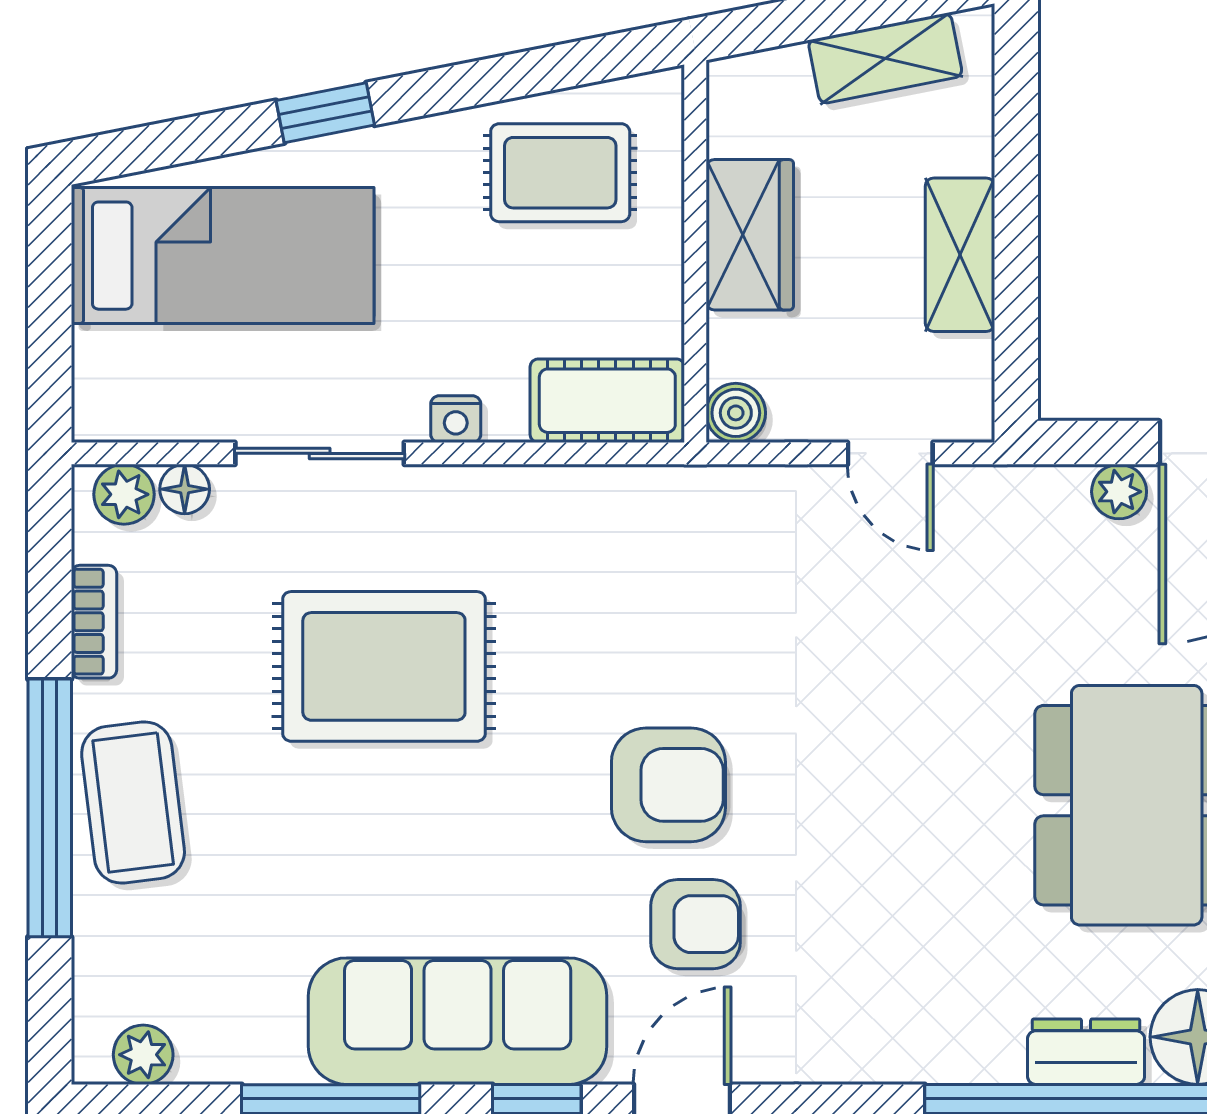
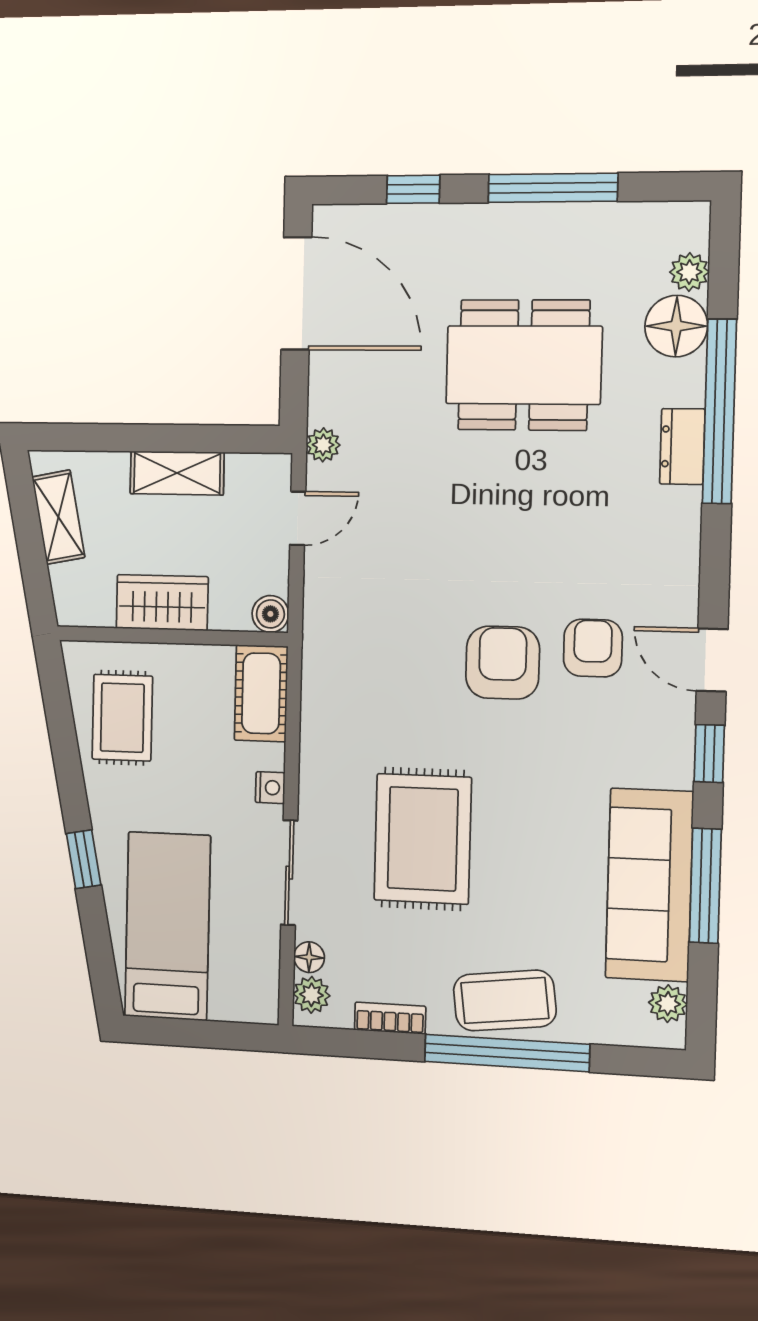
plant: (1119, 492) -> (323, 445), moved
sofa: (458, 1021) -> (649, 885), moved
dresser: (1086, 1052) -> (682, 447), moved

